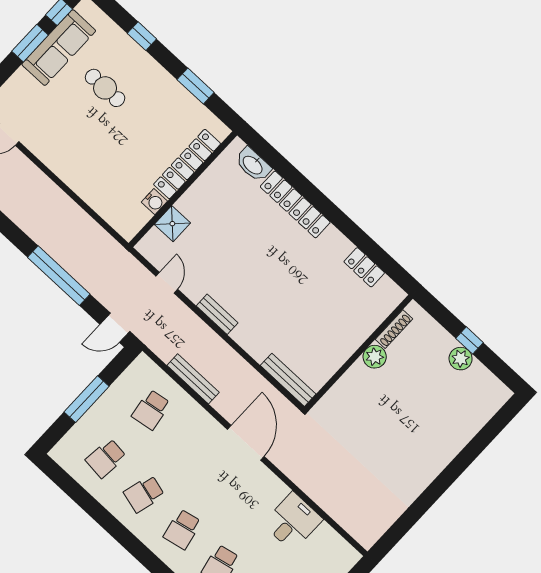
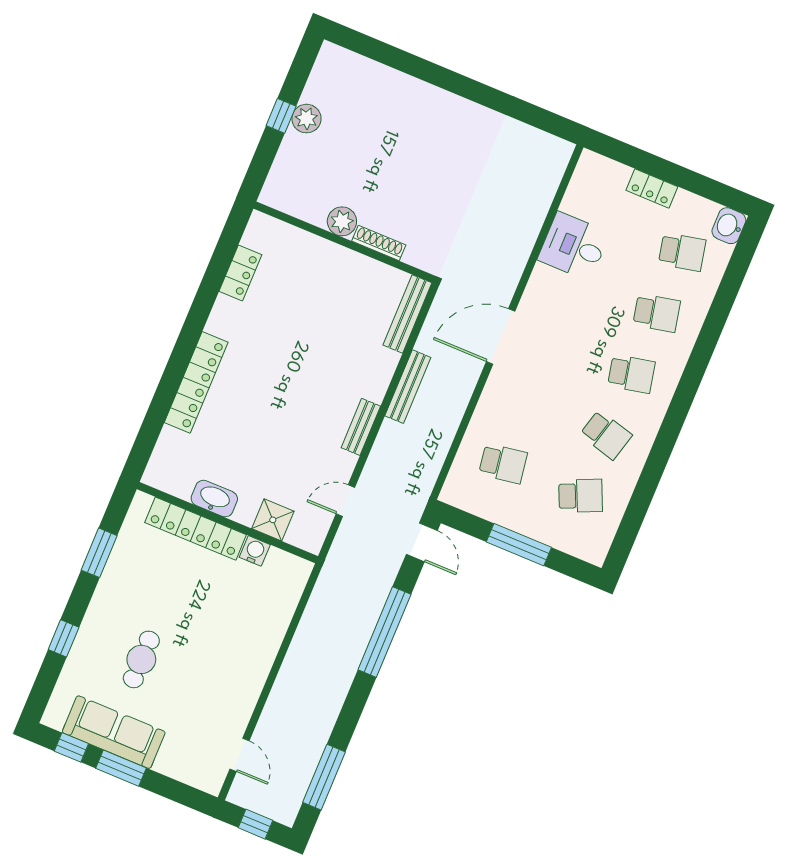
washbasin: (253, 165) -> (214, 499), moved, turned -90
shoe rack: (394, 329) -> (379, 243), moved
bench: (193, 379) -> (408, 387), moved
school desk: (106, 458) -> (581, 496), turned -30

